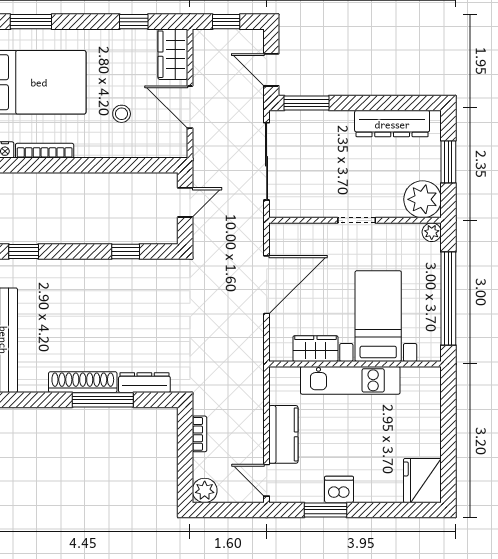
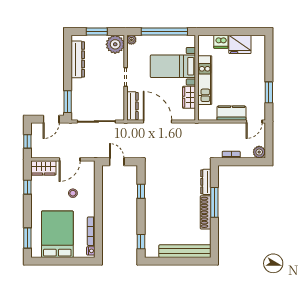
dresser: (298, 234) -> (132, 106), added
fridge: (422, 481) -> (240, 44), moved
dishwasher: (339, 489) -> (221, 42), moved, turned -90

